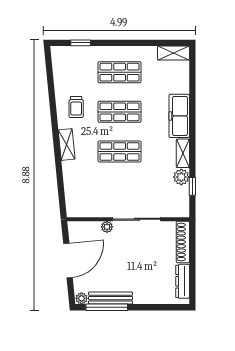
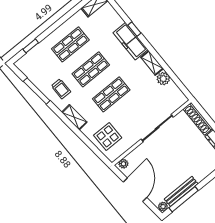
window: (51, 90) -> (37, 91), added
window: (192, 186) -> (134, 29), moved
display table: (83, 189) -> (108, 136), added
plant: (107, 227) -> (123, 164), moved

